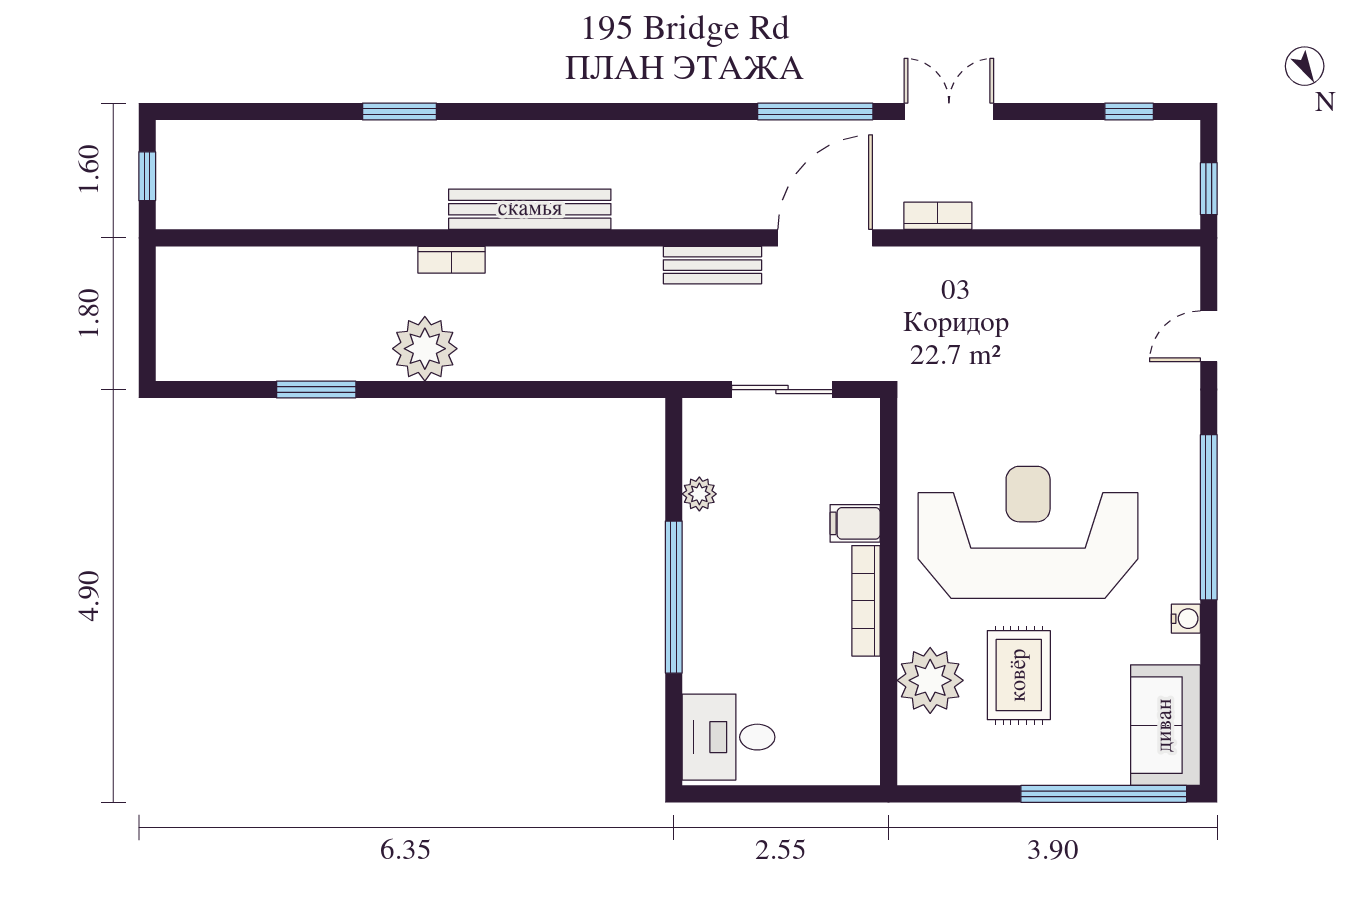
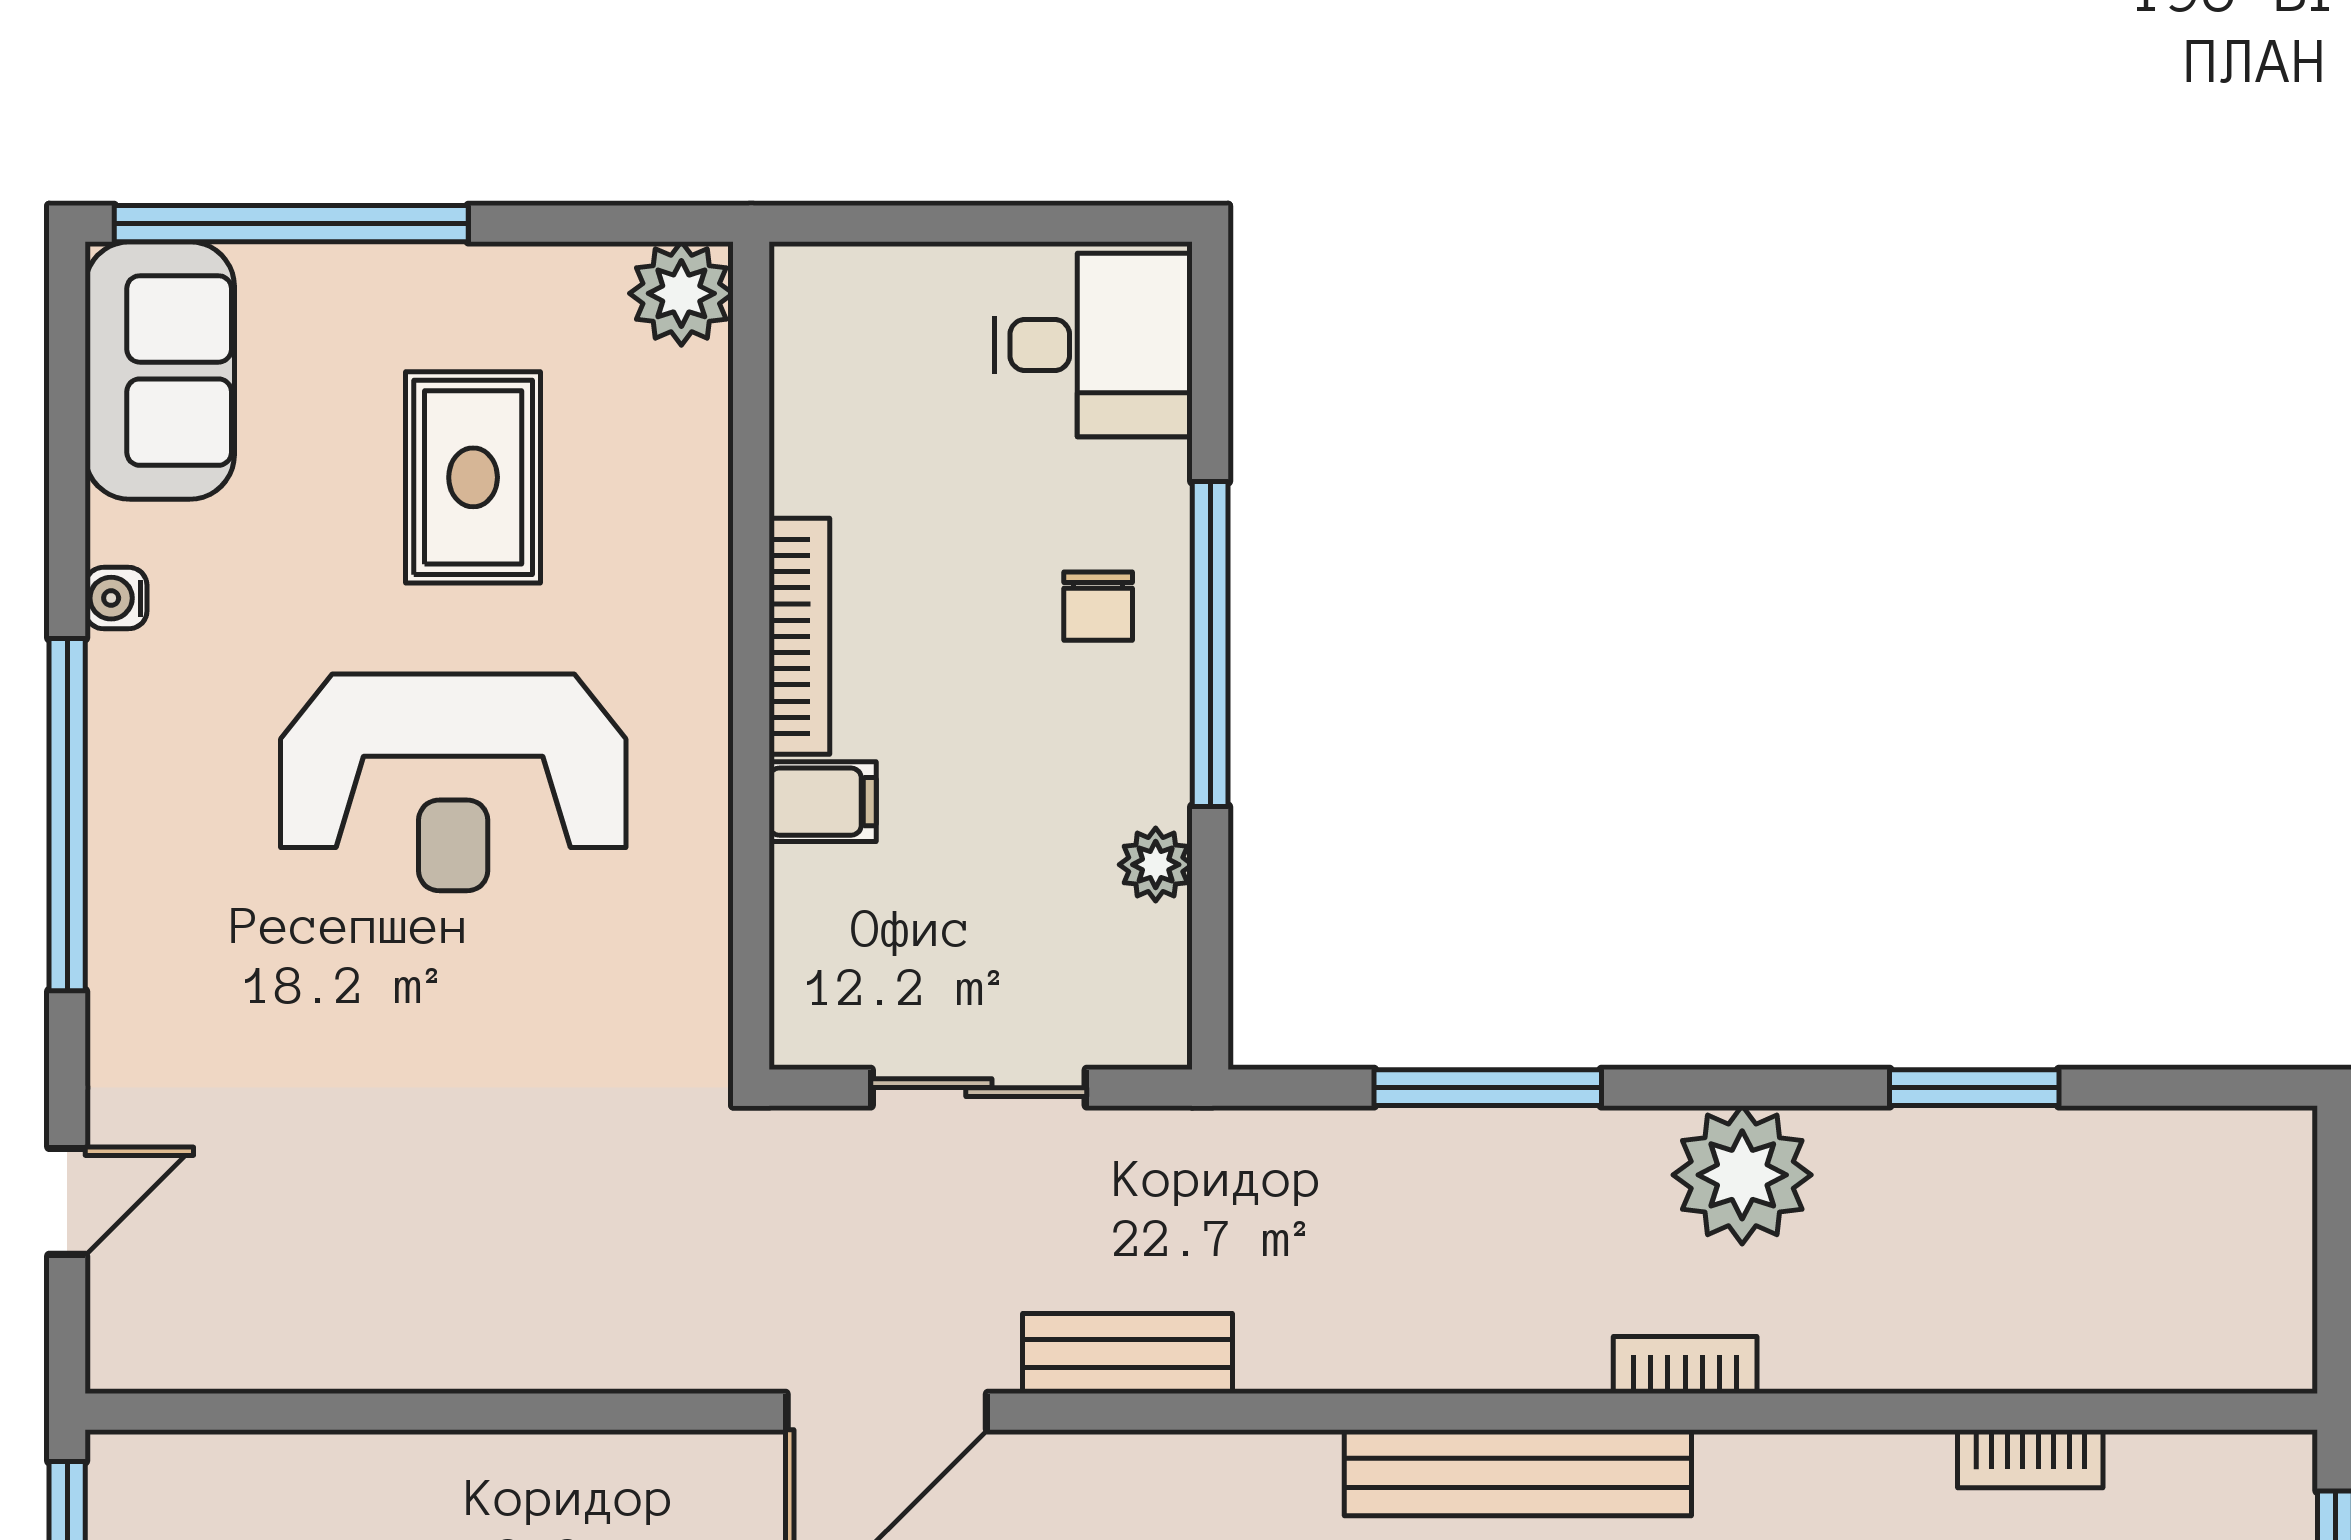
bookcase: (938, 216) -> (2030, 1459), moved
window: (544, 390) -> (1488, 1088), added
reception desk: (1028, 532) -> (453, 782), width x0.74, depth x0.77
chair: (726, 615) -> (1098, 606), added
plant: (930, 680) -> (681, 293), moved, width x0.73, depth x0.73

